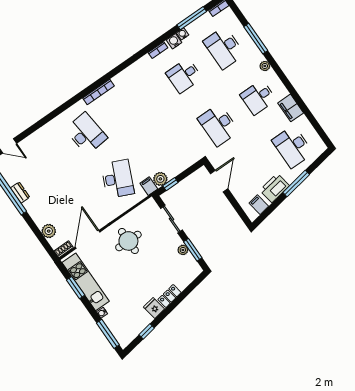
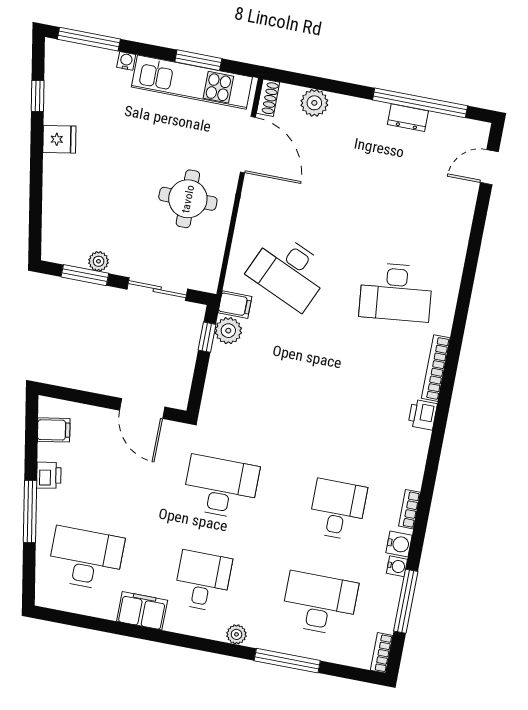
printer: (120, 80) -> (423, 415), added
printer: (274, 188) -> (49, 475), width x0.53, depth x0.68
locker: (170, 296) -> (54, 178), removed

